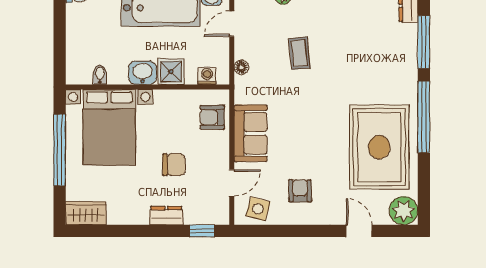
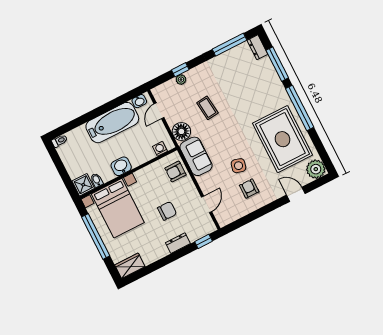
floor lamp: (241, 67) -> (181, 131), width x1.89, depth x1.89
shower: (171, 72) -> (83, 185), moved
sofa: (251, 133) -> (196, 156), moved
side table: (258, 209) -> (238, 166), moved

